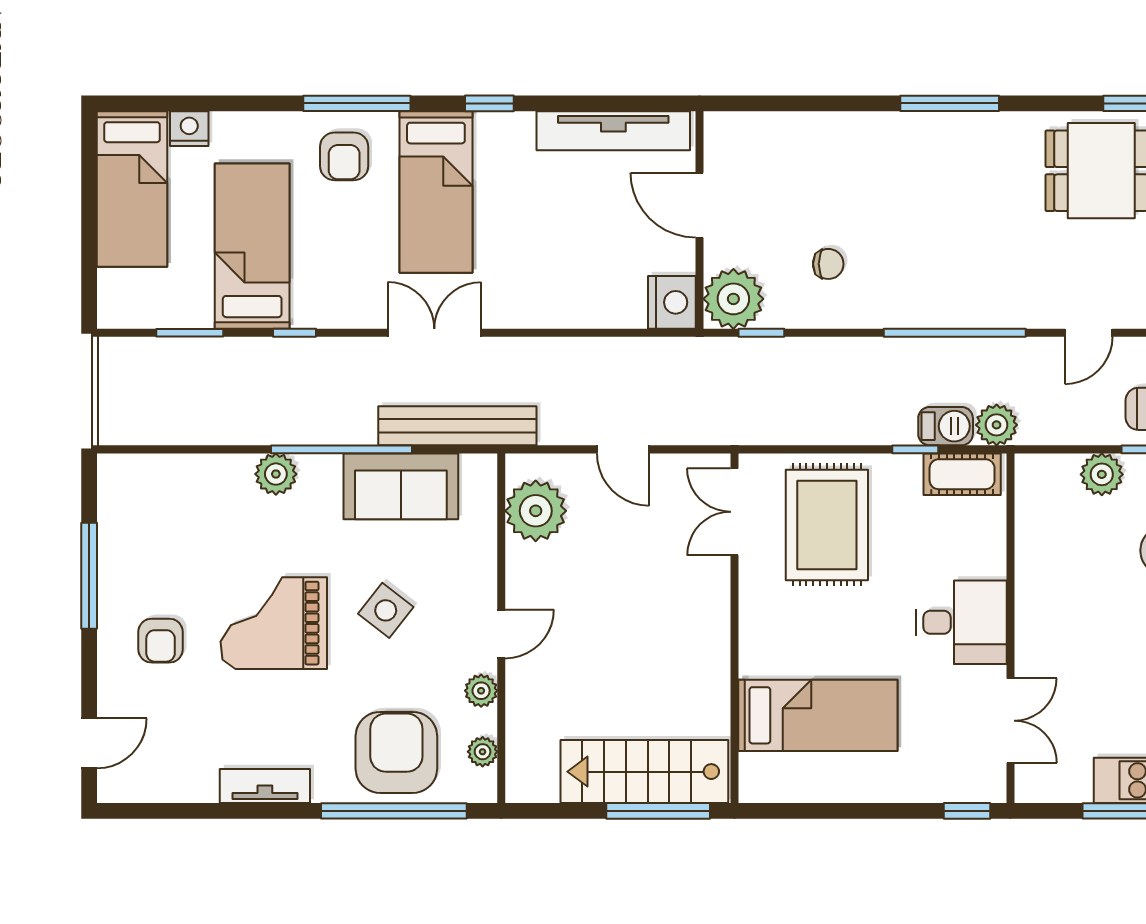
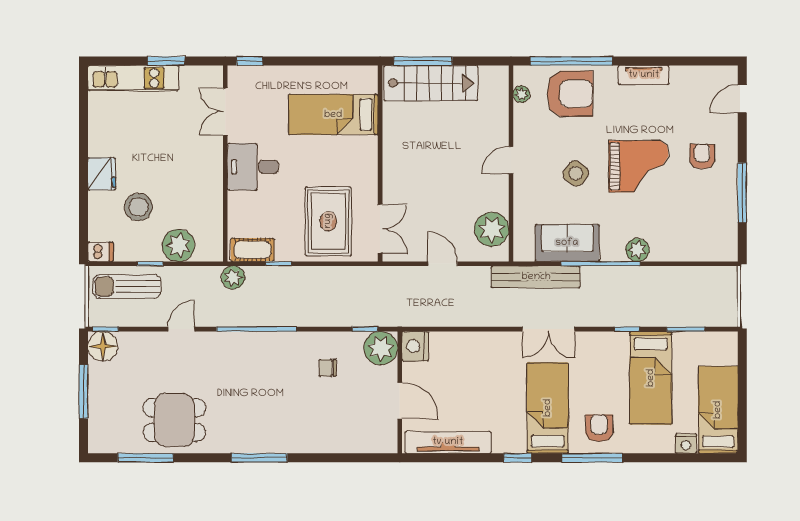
barbecue: (946, 426) -> (262, 277), removed
plant: (1102, 474) -> (178, 245), width x1.36, depth x1.36
plant: (481, 691) -> (522, 128), removed
armchair: (396, 752) -> (570, 94), turned -90

